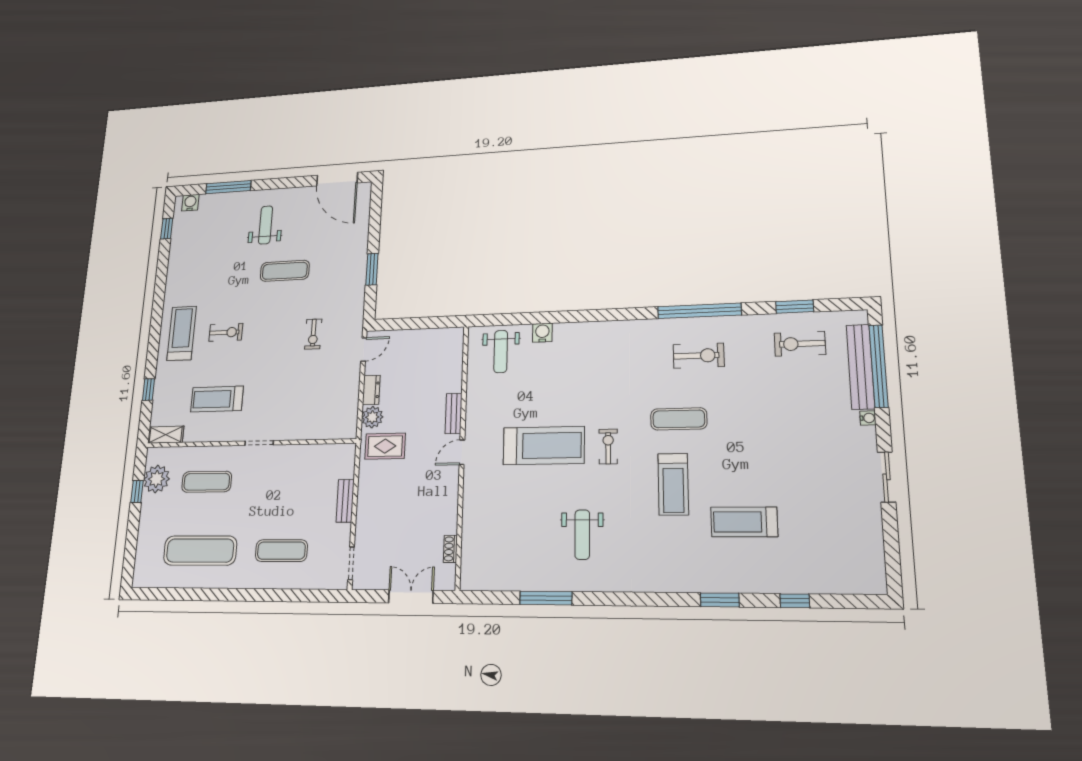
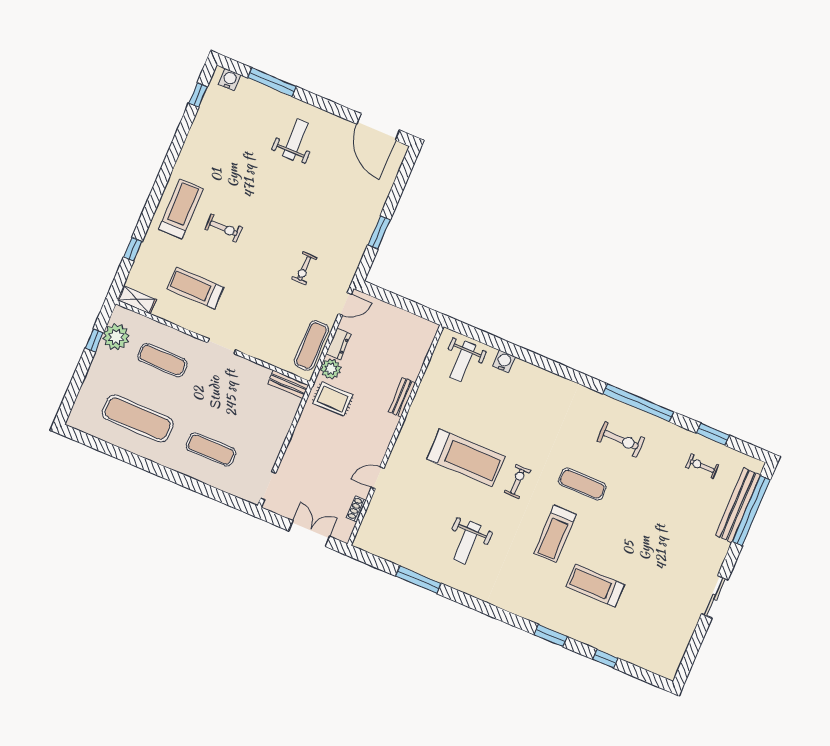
exercise mat: (285, 271) -> (311, 346), moved, turned 90
exercise bike: (800, 344) -> (702, 466), width x0.73, depth x0.72
water cooler: (868, 418) -> (724, 547), removed
door: (462, 452) -> (378, 478), moved
bench: (345, 501) -> (288, 384), moved, turned 90

